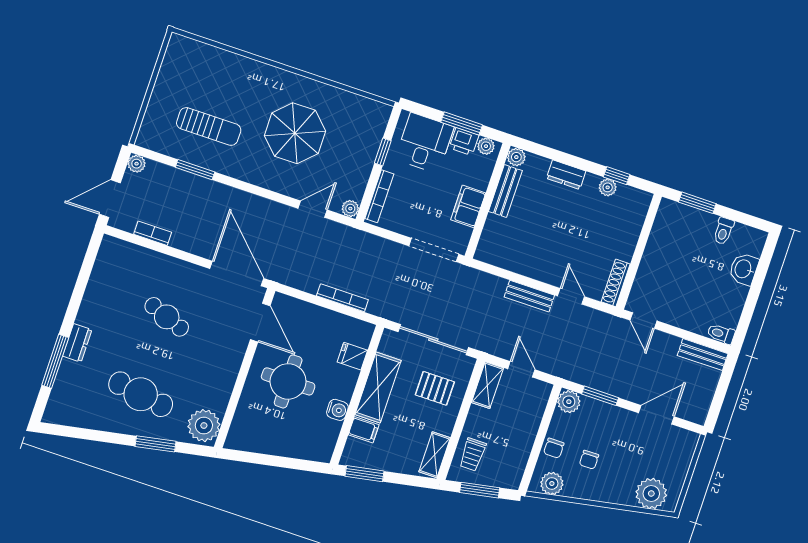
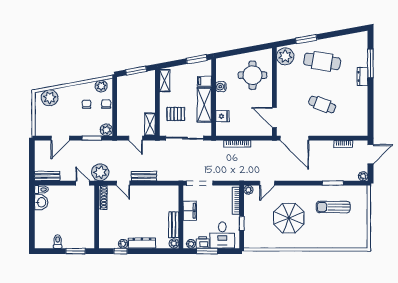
dresser: (566, 175) -> (142, 243), width x1.44
washbasin: (744, 269) -> (41, 202), moved
plant: (606, 329) -> (100, 172), added
round table: (288, 381) -> (253, 75), moved
trolley: (473, 455) -> (146, 87), removed

